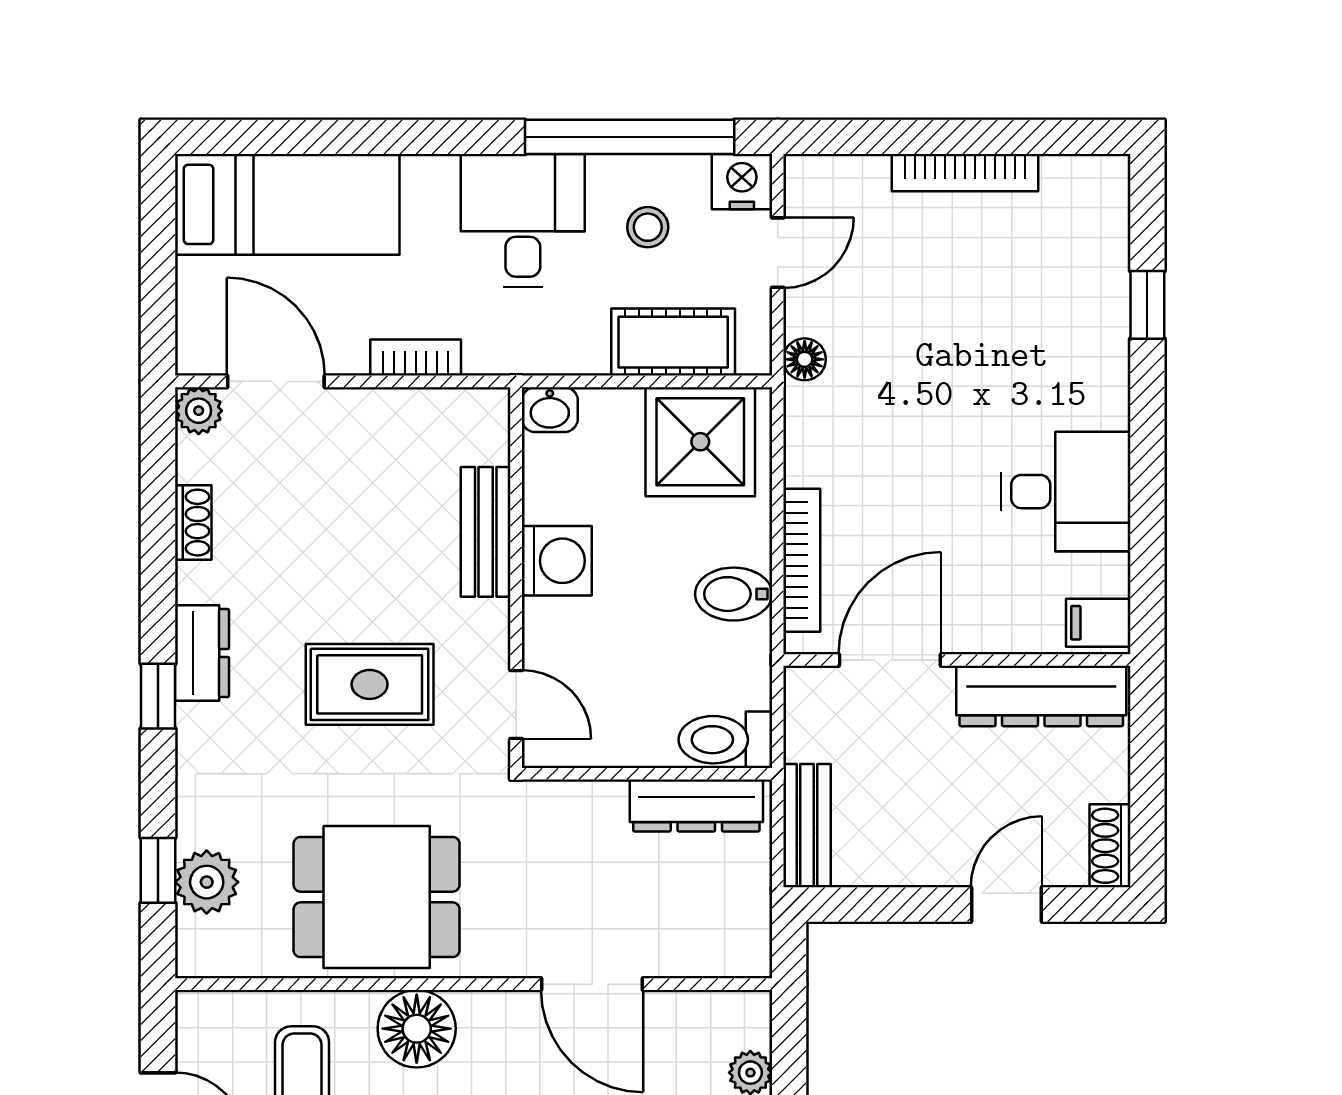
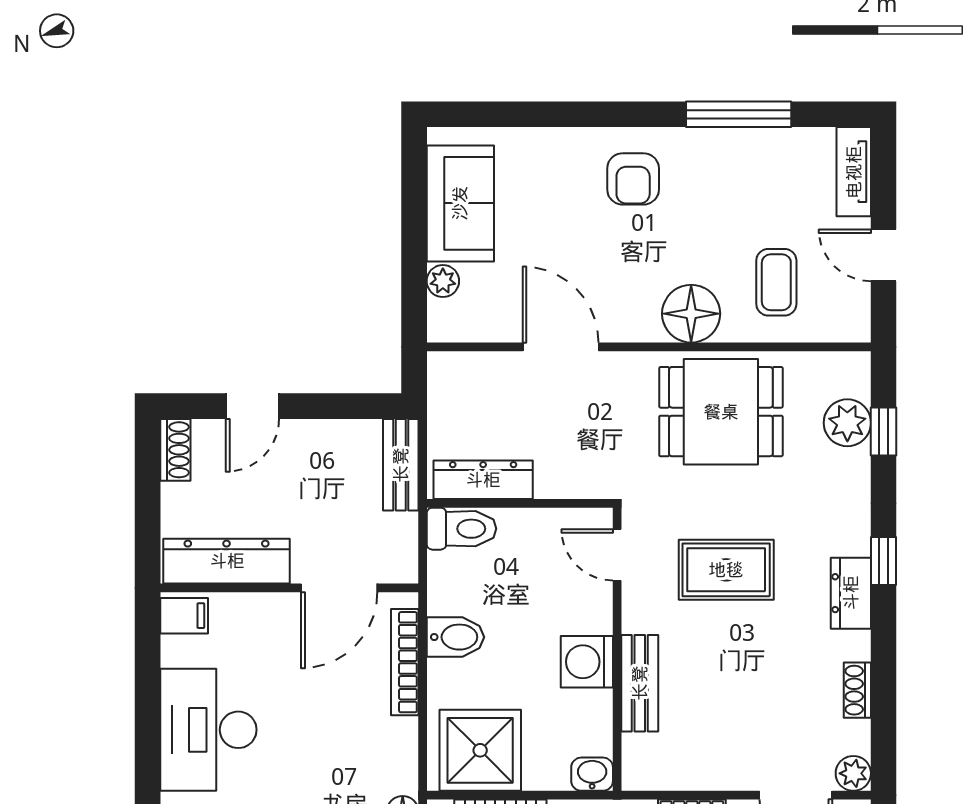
desk: (1066, 492) -> (208, 730), width x1.37

